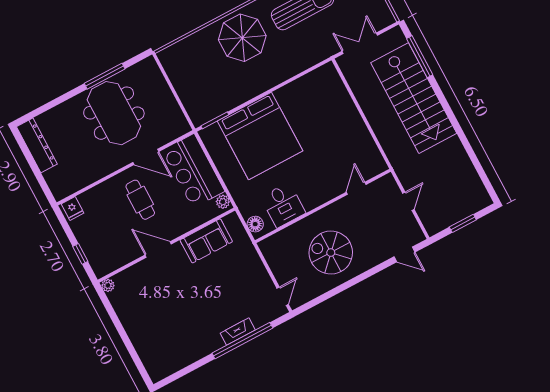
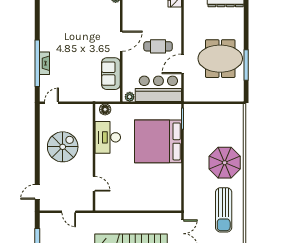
desk: (283, 205) -> (108, 137), width x1.37
door: (283, 296) -> (51, 103), swing flipped

